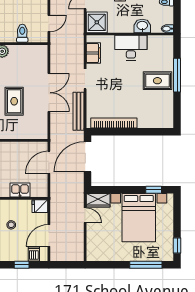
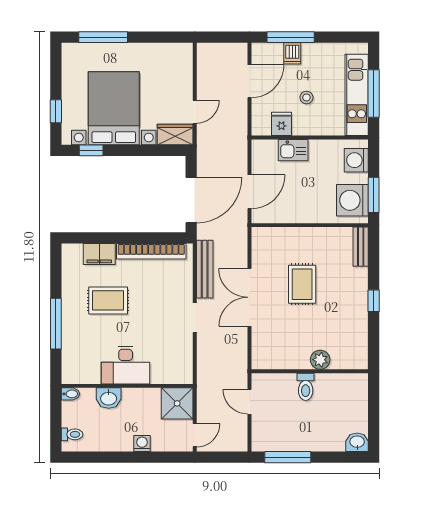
door: (49, 23) -> (250, 402), hinge flipped
toilet: (22, 33) -> (306, 387), moved
filing cabinet: (93, 53) -> (99, 254), moved, turned -90
rug: (157, 81) -> (108, 300), moved
fridge: (40, 206) -> (281, 124), moved, turned -90
door: (85, 215) -> (195, 112), swing flipped
window: (177, 245) -> (56, 111), moved
dishwasher: (34, 254) -> (292, 53), moved
window: (22, 265) -> (291, 37), width x2.17

